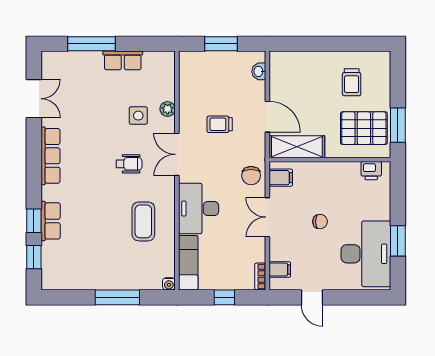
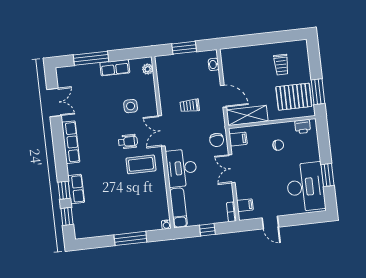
plant: (168, 109) -> (148, 69), moved
coffee table: (143, 221) -> (141, 164), moved, turned 90
chair: (320, 222) -> (278, 145), moved

